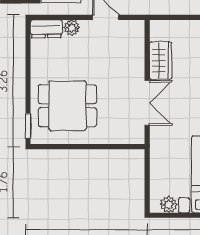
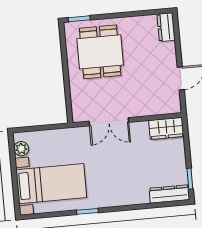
plant: (72, 28) -> (169, 49), removed
wardrobe: (161, 61) -> (166, 128), moved

